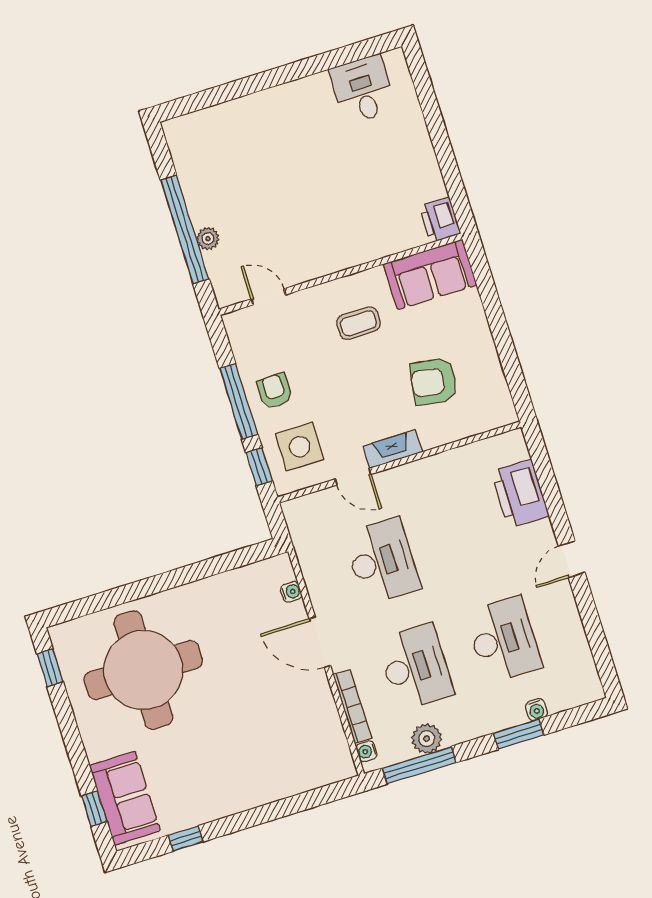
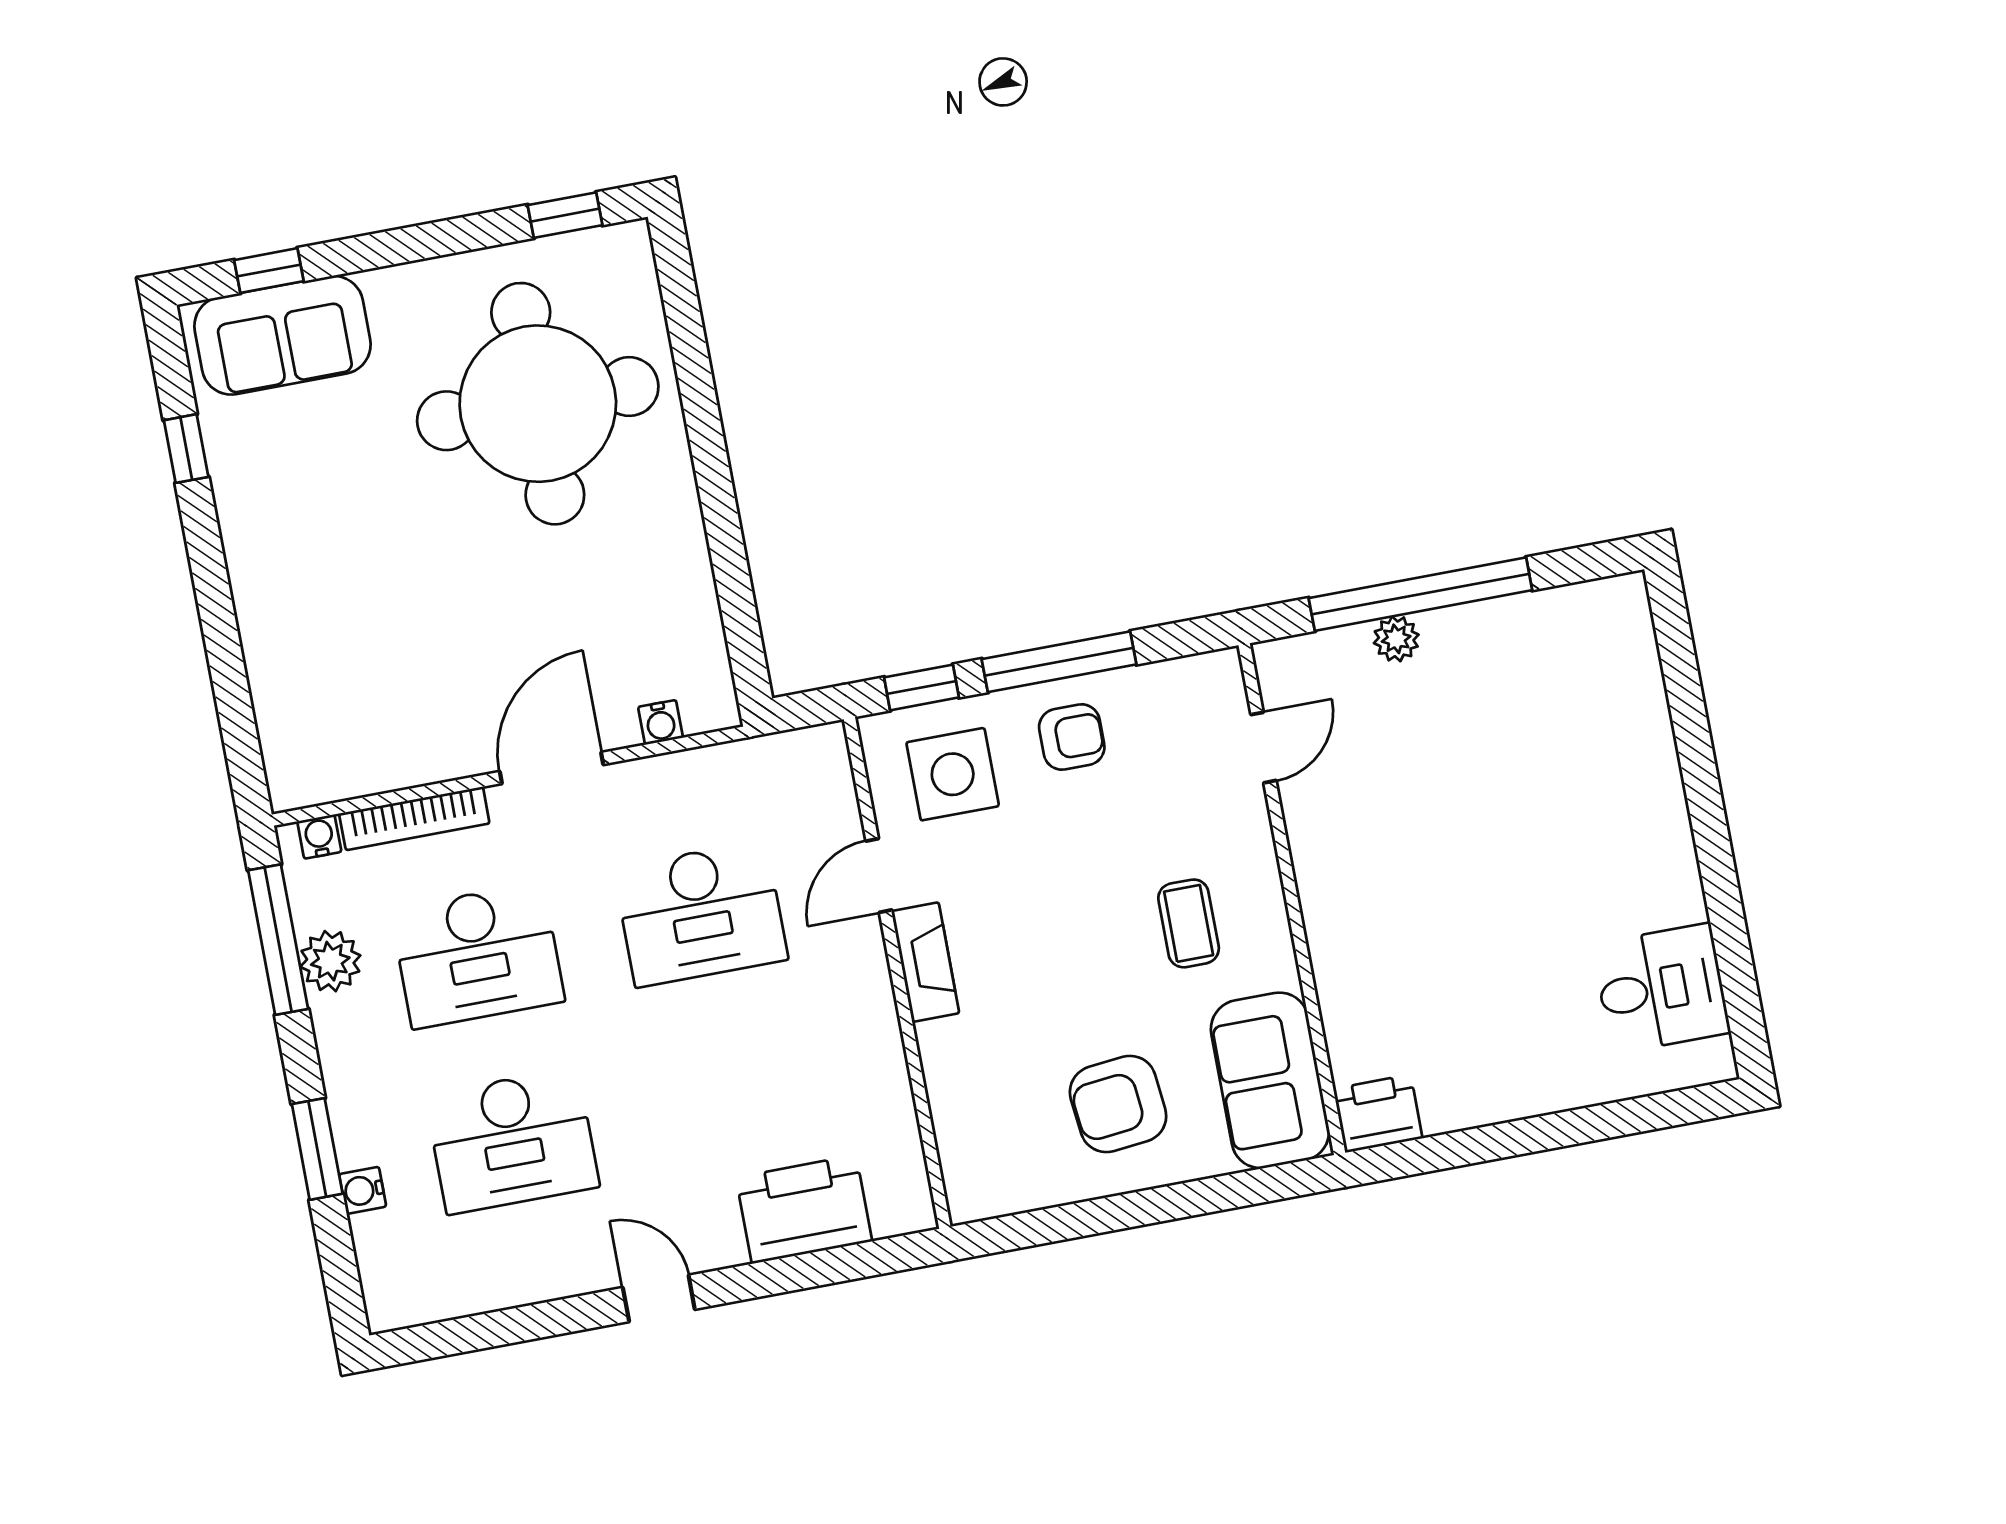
armchair: (434, 382) -> (1118, 1104), moved, turned -105

